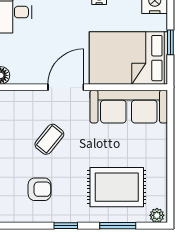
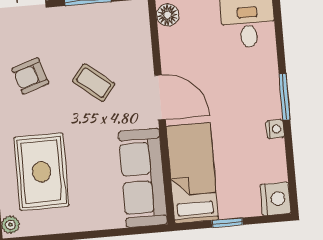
bed: (128, 58) -> (192, 173), width x0.67
armchair: (40, 189) -> (30, 76), turned 72

